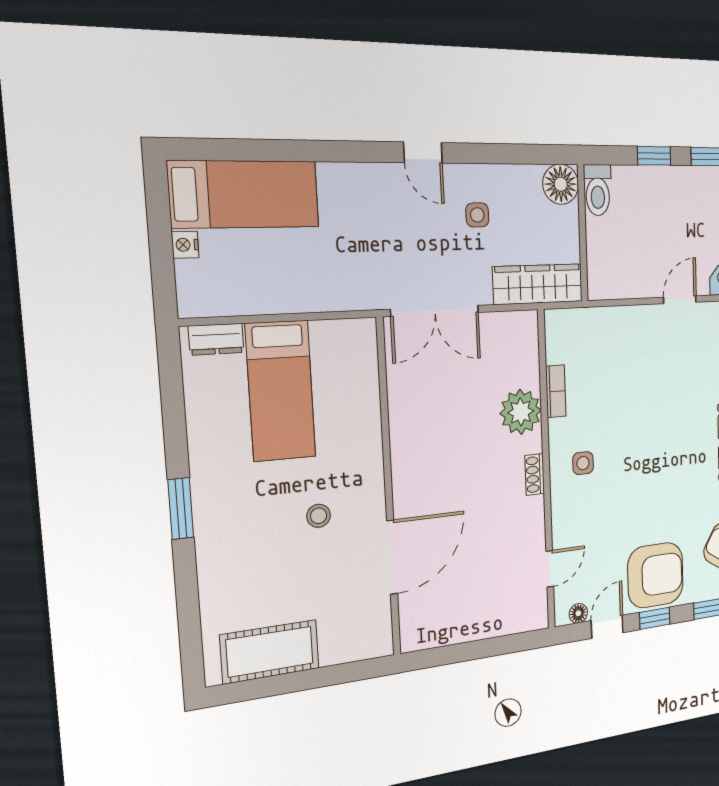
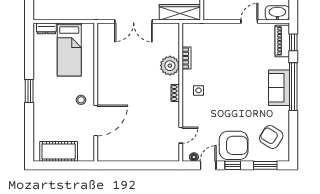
wall: (388, 489) -> (96, 92), moved
door: (392, 557) -> (96, 120), moved

